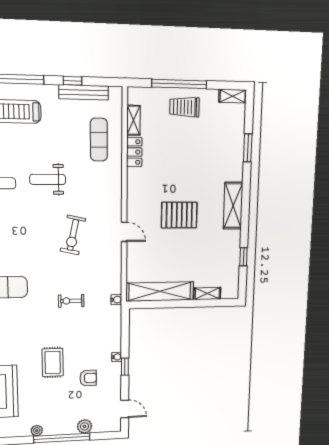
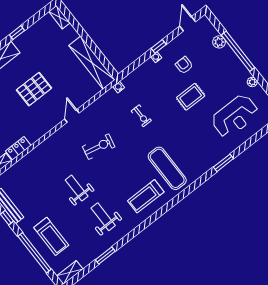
exercise mat: (99, 140) -> (28, 176), removed
weight bench: (48, 179) -> (77, 188), turned 180
pallet: (179, 215) -> (34, 89), turned 90
window: (243, 257) -> (17, 33), moved
shelving: (207, 294) -> (60, 17), moved
plant: (37, 431) -> (252, 82), moved

